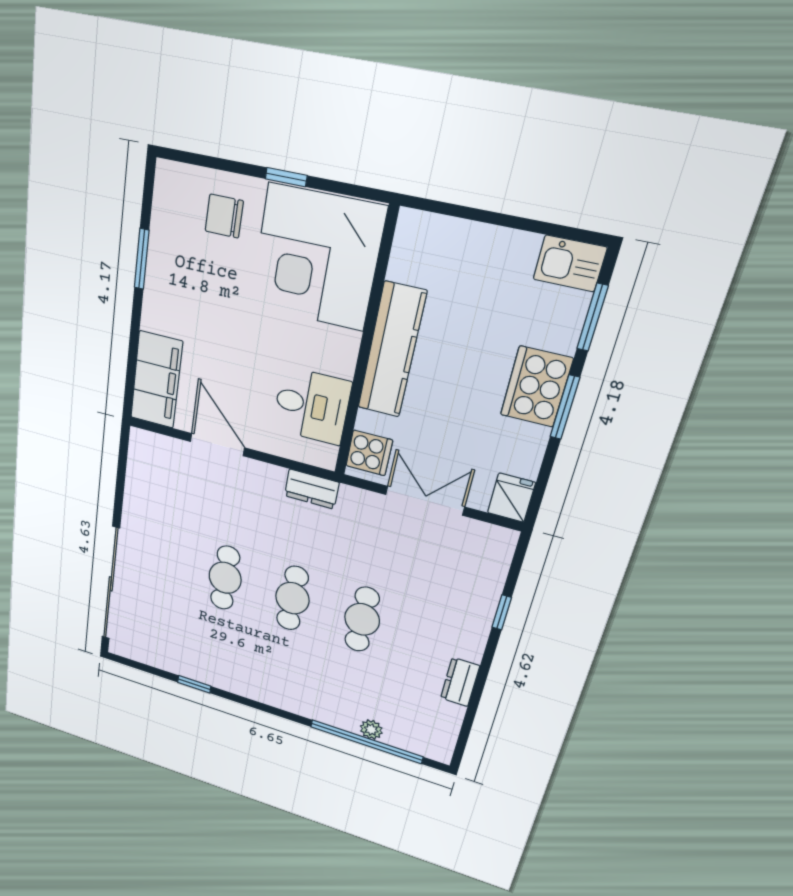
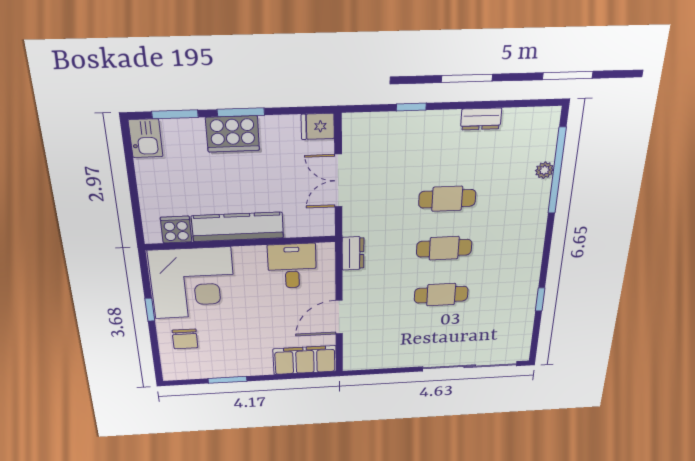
cooker: (369, 453) -> (176, 230), moved

